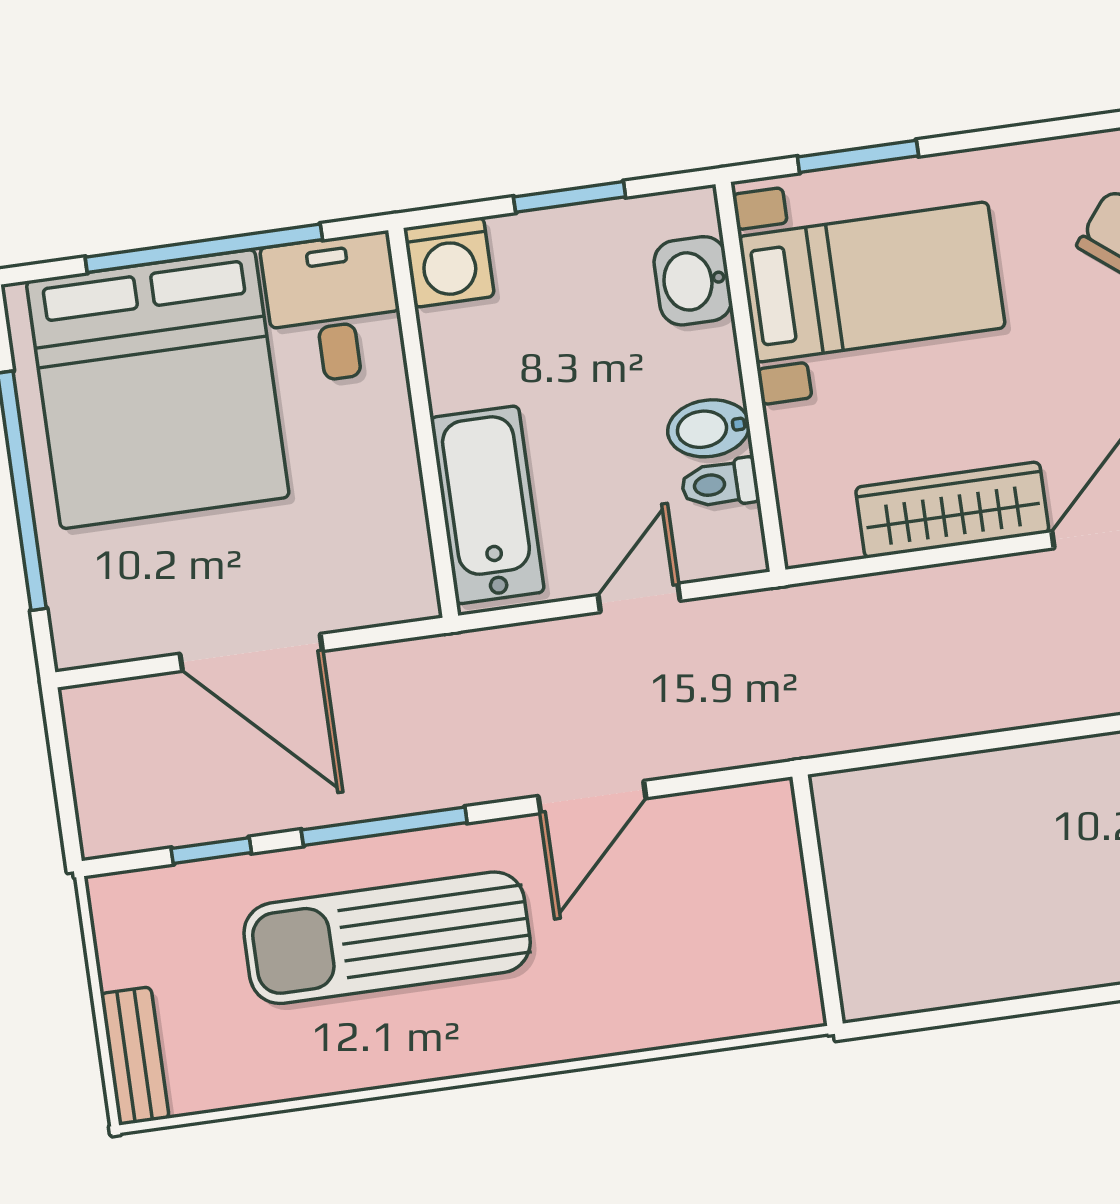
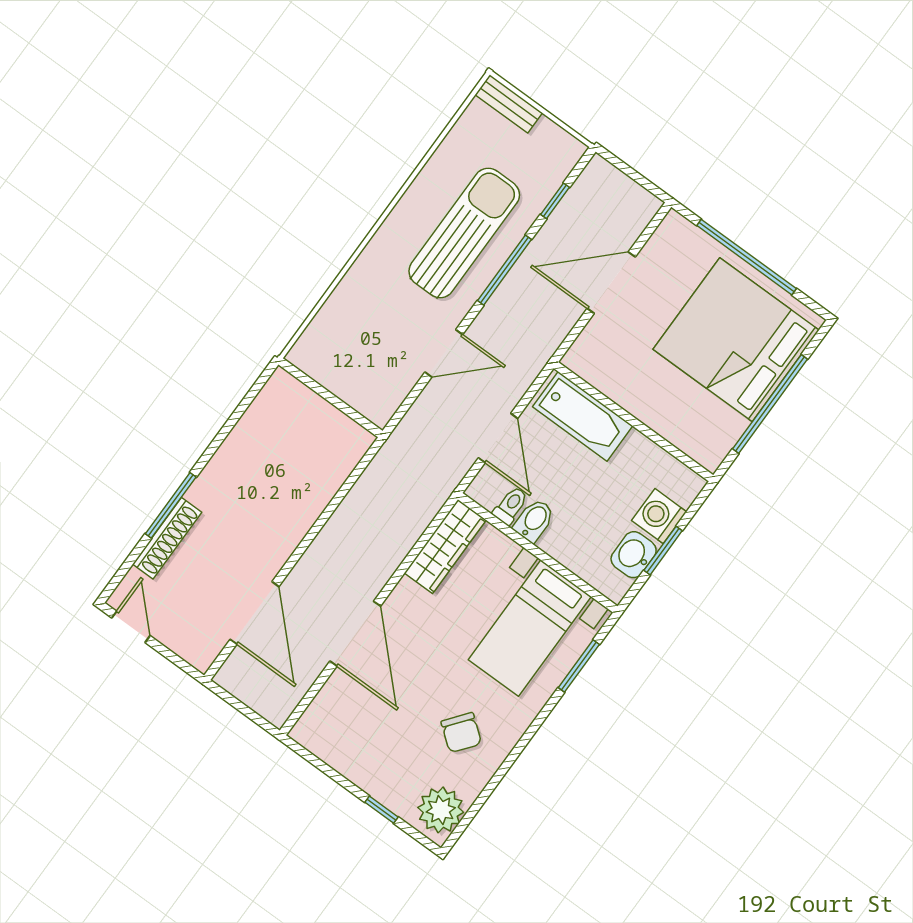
washing machine: (449, 262) -> (659, 516), moved
washbasin: (693, 281) -> (634, 555), moved, turned -90
desk: (334, 309) -> (704, 429), removed
wardrobe: (952, 510) -> (445, 546), moved
door: (639, 598) -> (498, 438), width x1.38
door: (592, 797) -> (444, 353), swing flipped

